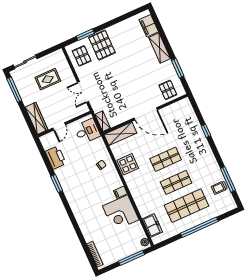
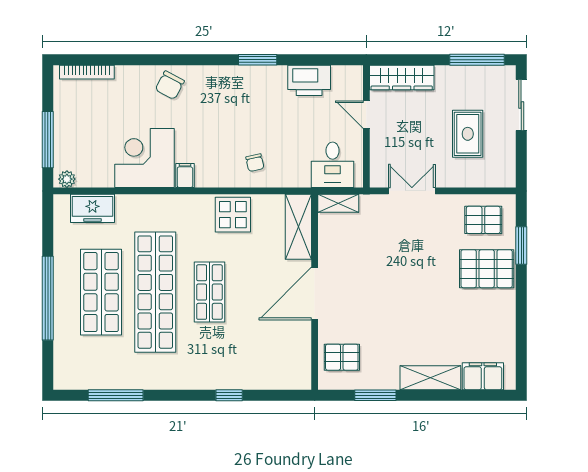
shop shelf: (176, 182) -> (155, 292), width x2.00, depth x1.36
trolley: (219, 188) -> (107, 372), removed
chair: (85, 216) -> (170, 85), added

